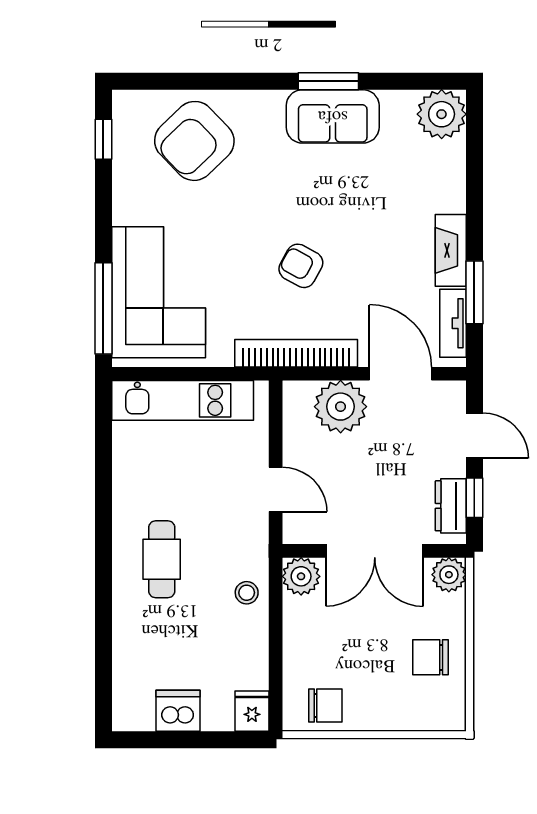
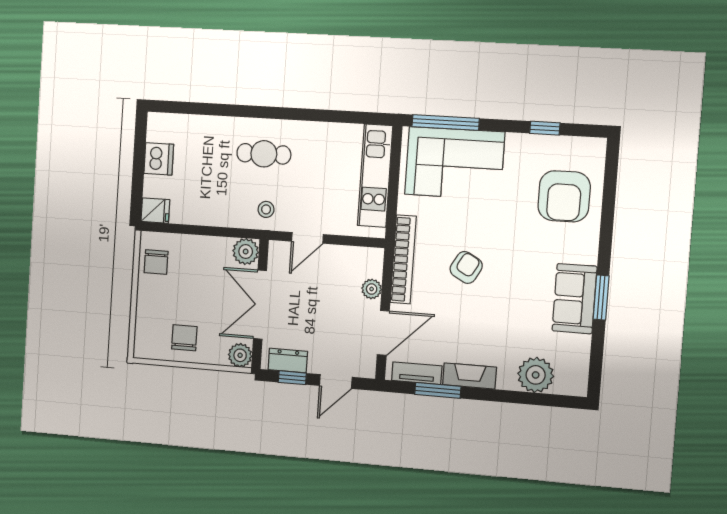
plant: (442, 114) -> (536, 375), moved
window: (103, 139) -> (545, 128), moved
armchair: (194, 141) -> (564, 196), turned -136
plant: (341, 407) -> (372, 289), width x0.53, depth x0.53
stool: (247, 593) -> (266, 209), moved

